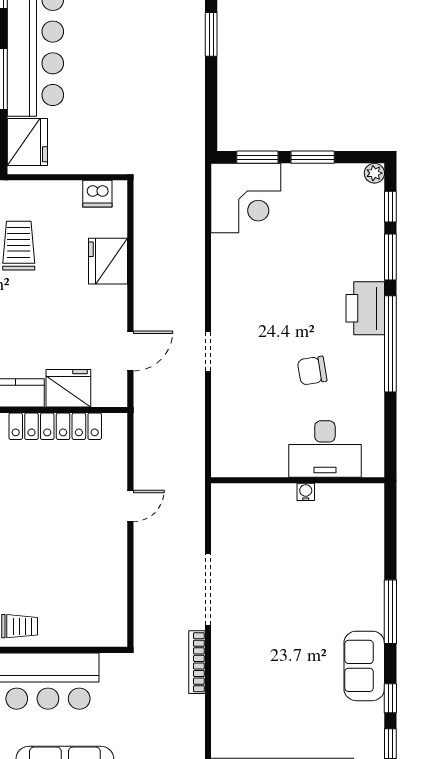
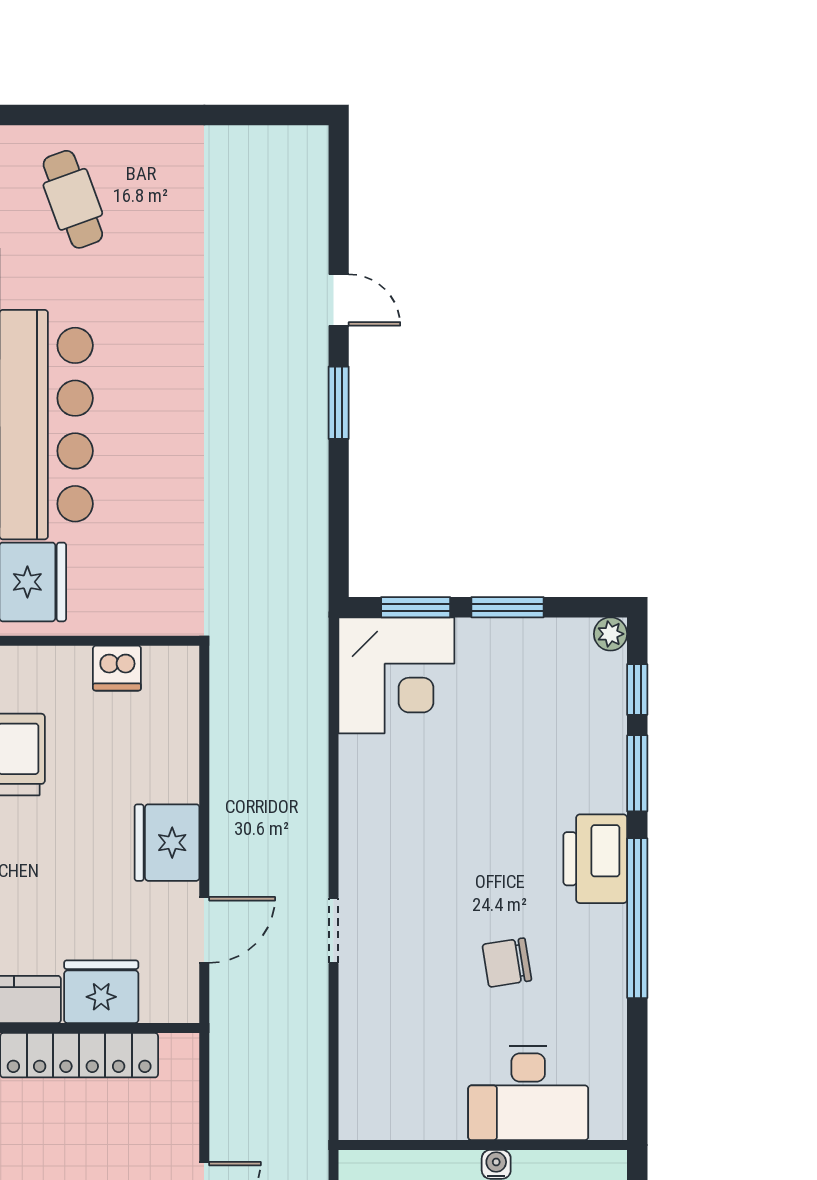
dishwasher: (97, 194) -> (117, 668), moved
fridge: (108, 261) -> (167, 843), moved

